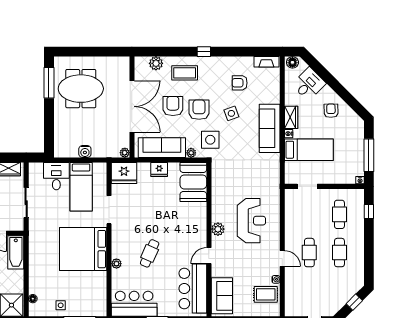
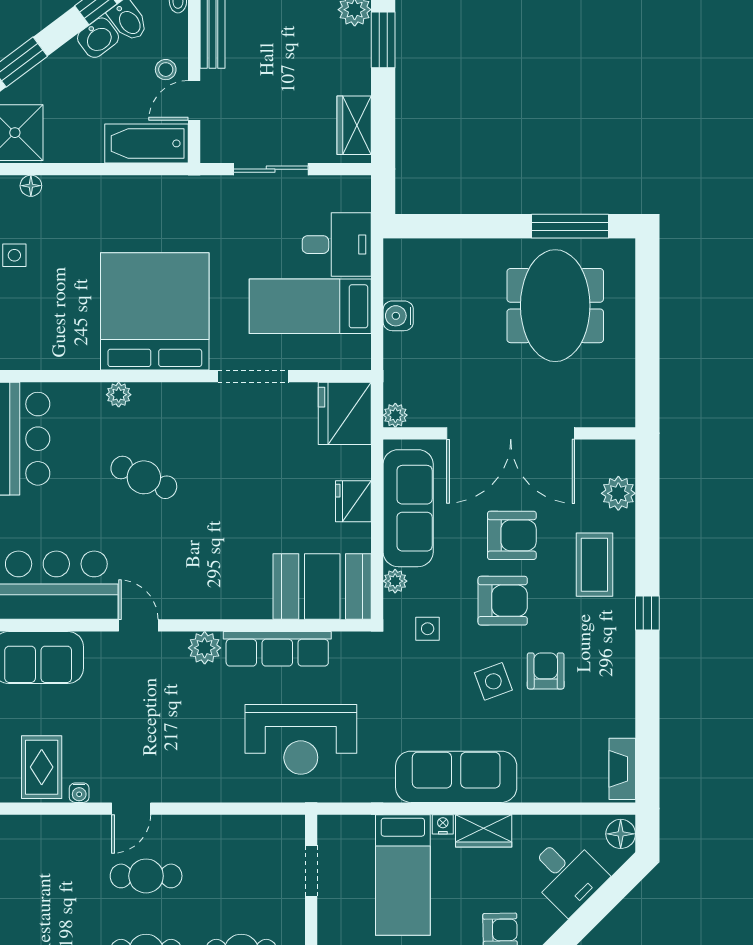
armchair: (240, 83) -> (546, 671), moved
side table: (210, 140) -> (428, 629), width x0.54, depth x0.54
row of seats: (218, 200) -> (277, 649), added
reception desk: (251, 221) -> (301, 739), moved

